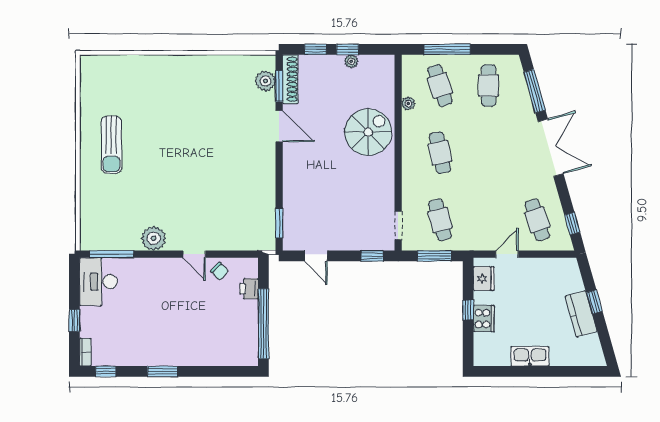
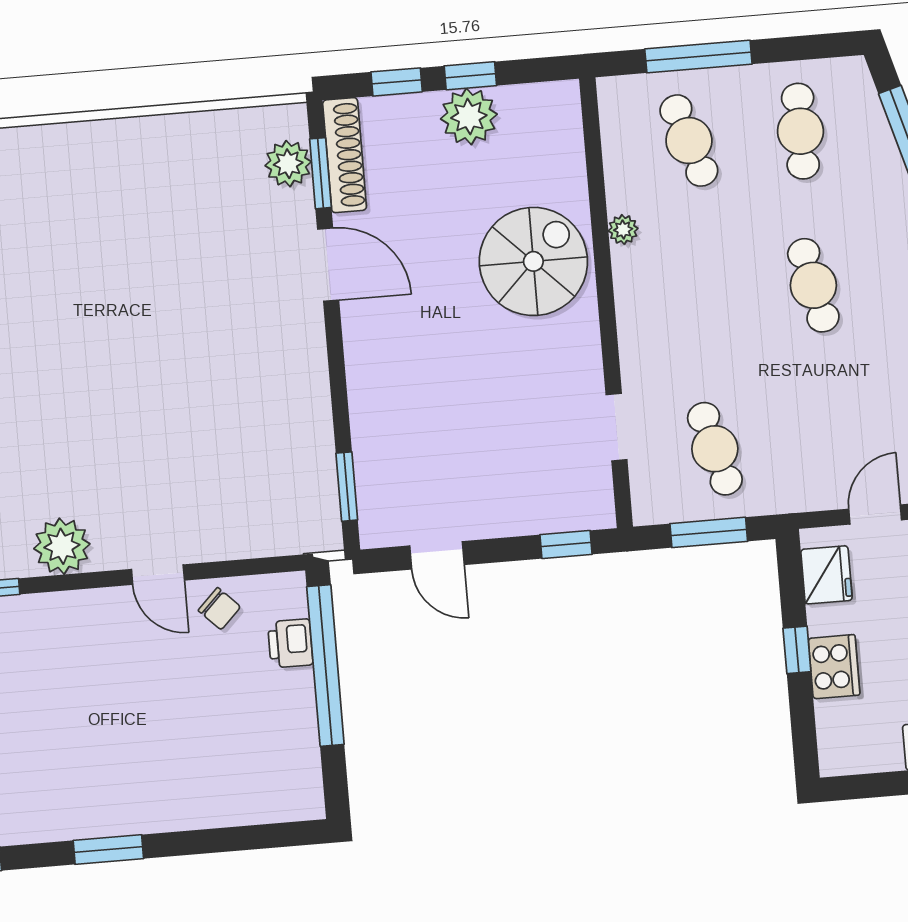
plant: (351, 61) -> (469, 117), width x1.88, depth x1.88
plant: (408, 103) -> (623, 230), moved
cafe table: (440, 153) -> (813, 285), moved
doorway: (398, 225) -> (617, 427), moved
window: (263, 324) -> (325, 665), moved

